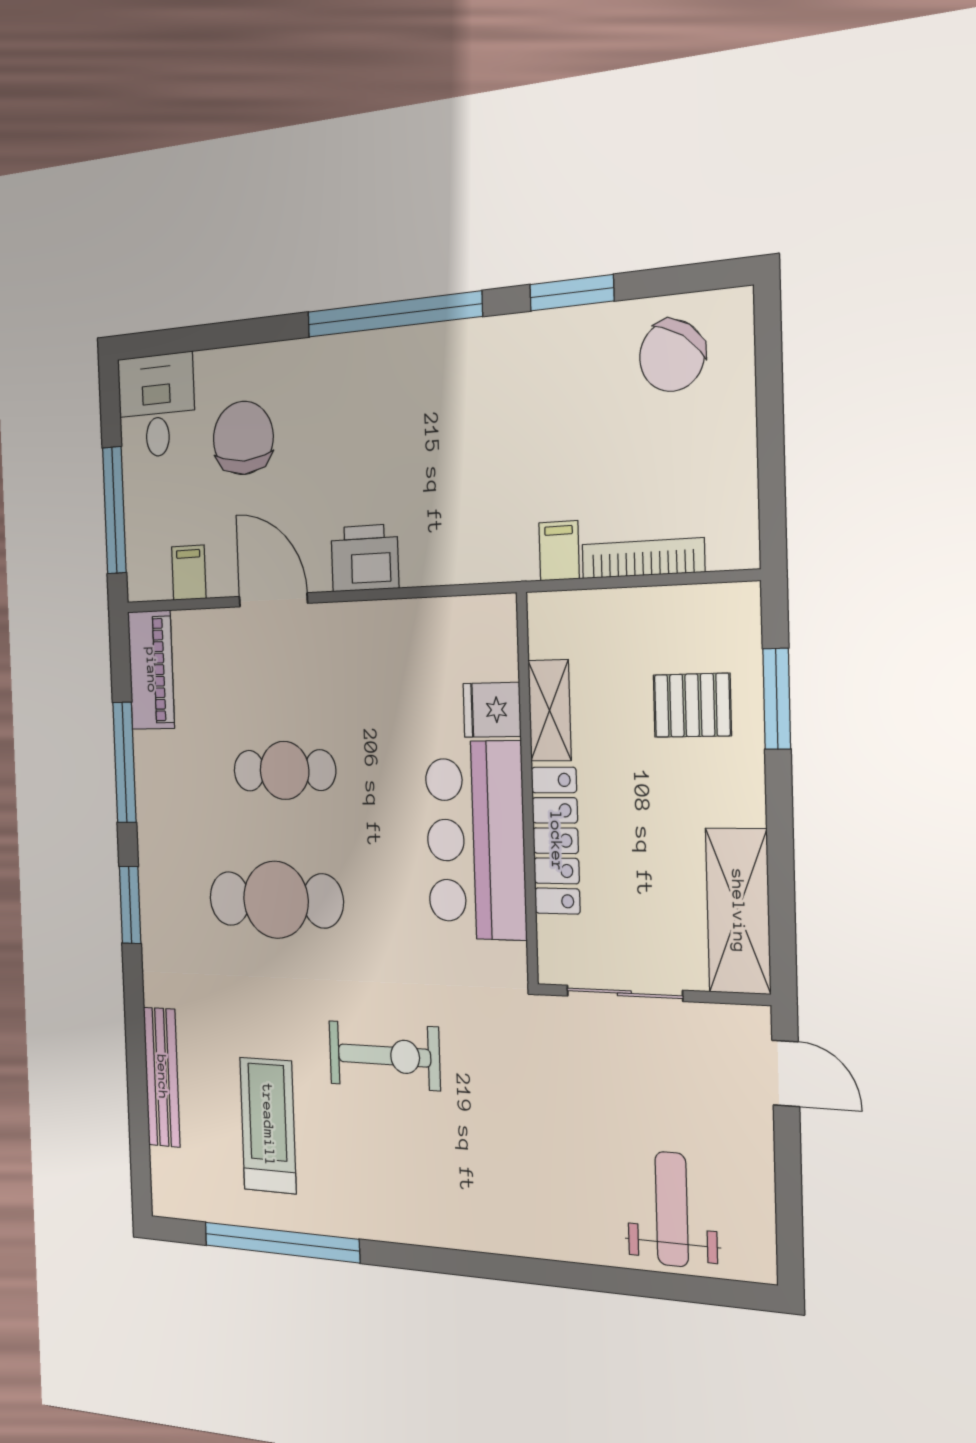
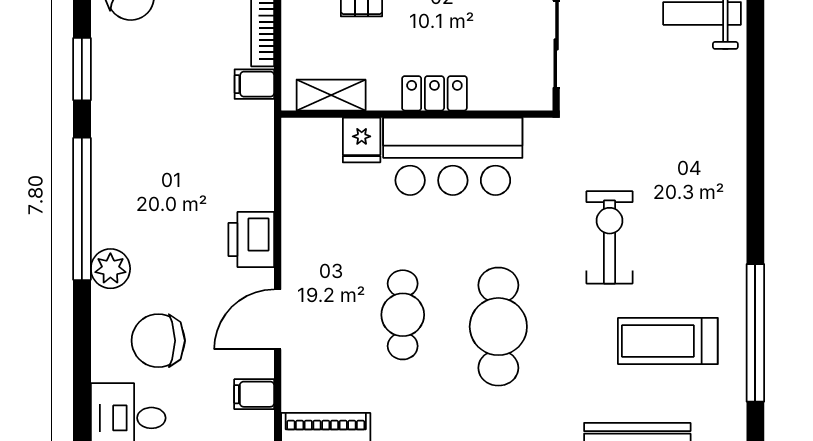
plant: (324, 363) -> (110, 269), added
shelving: (550, 710) -> (331, 95), moved
locker: (556, 841) -> (434, 93), width x0.66

